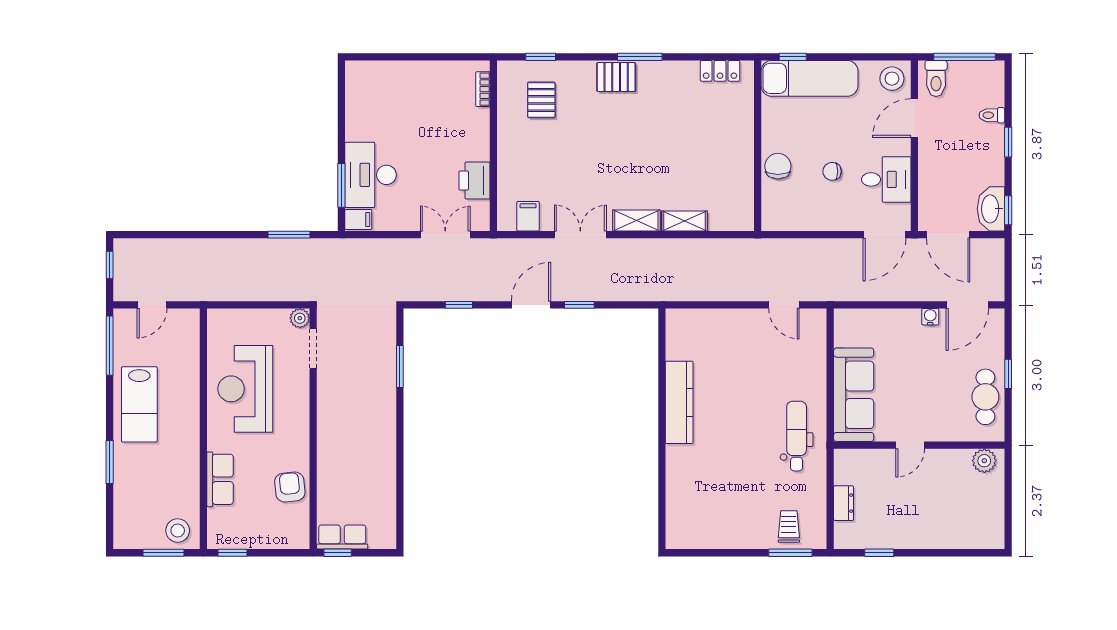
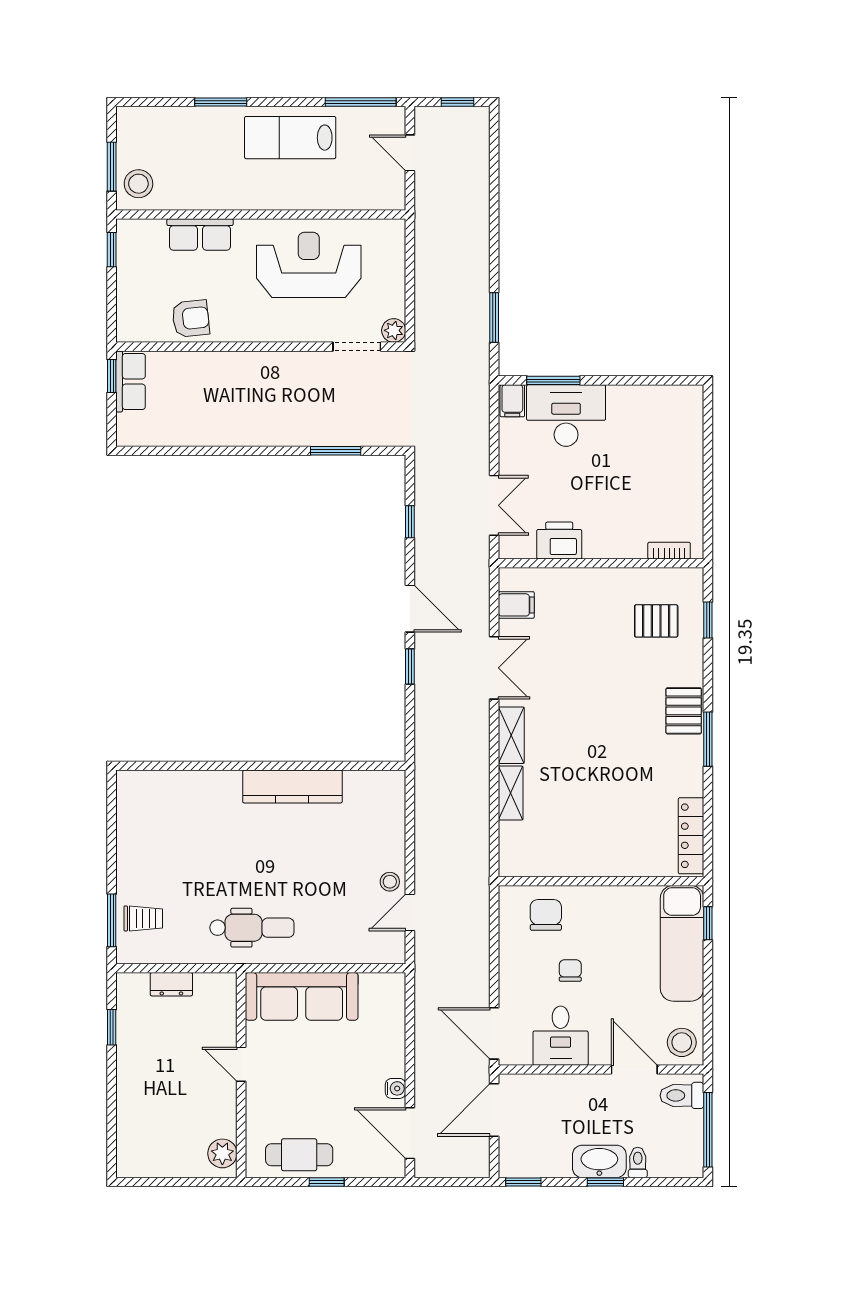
locker: (720, 71) -> (691, 836), width x1.53
chair: (778, 166) -> (546, 915), moved, turned -90
washbasin: (991, 209) -> (599, 1161), moved
stool: (758, 321) -> (390, 882), added

